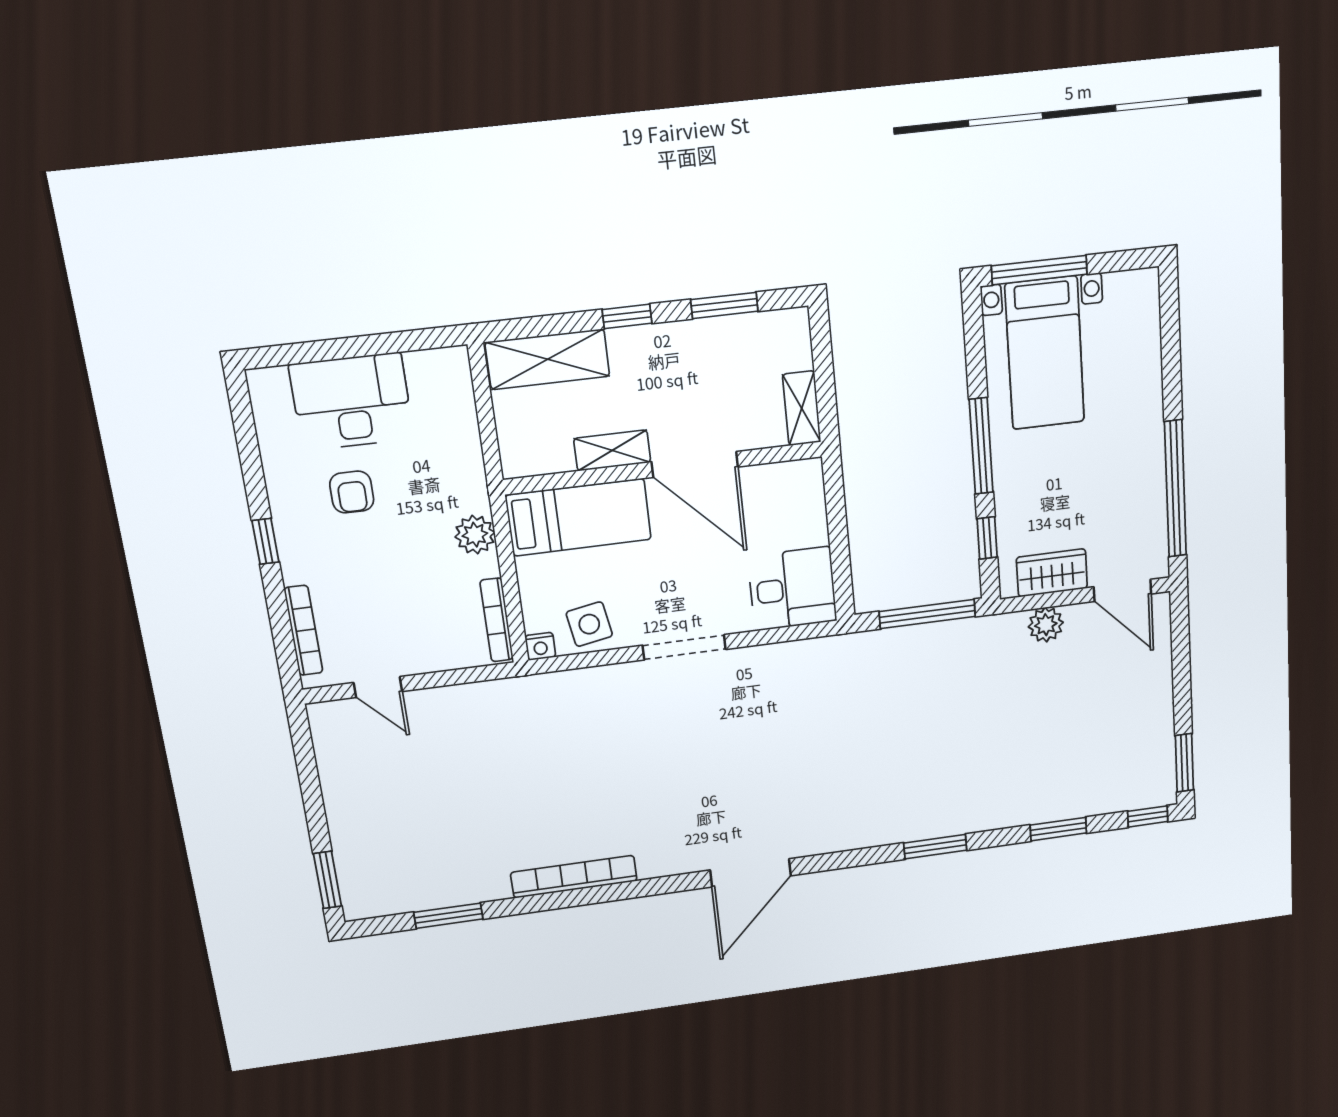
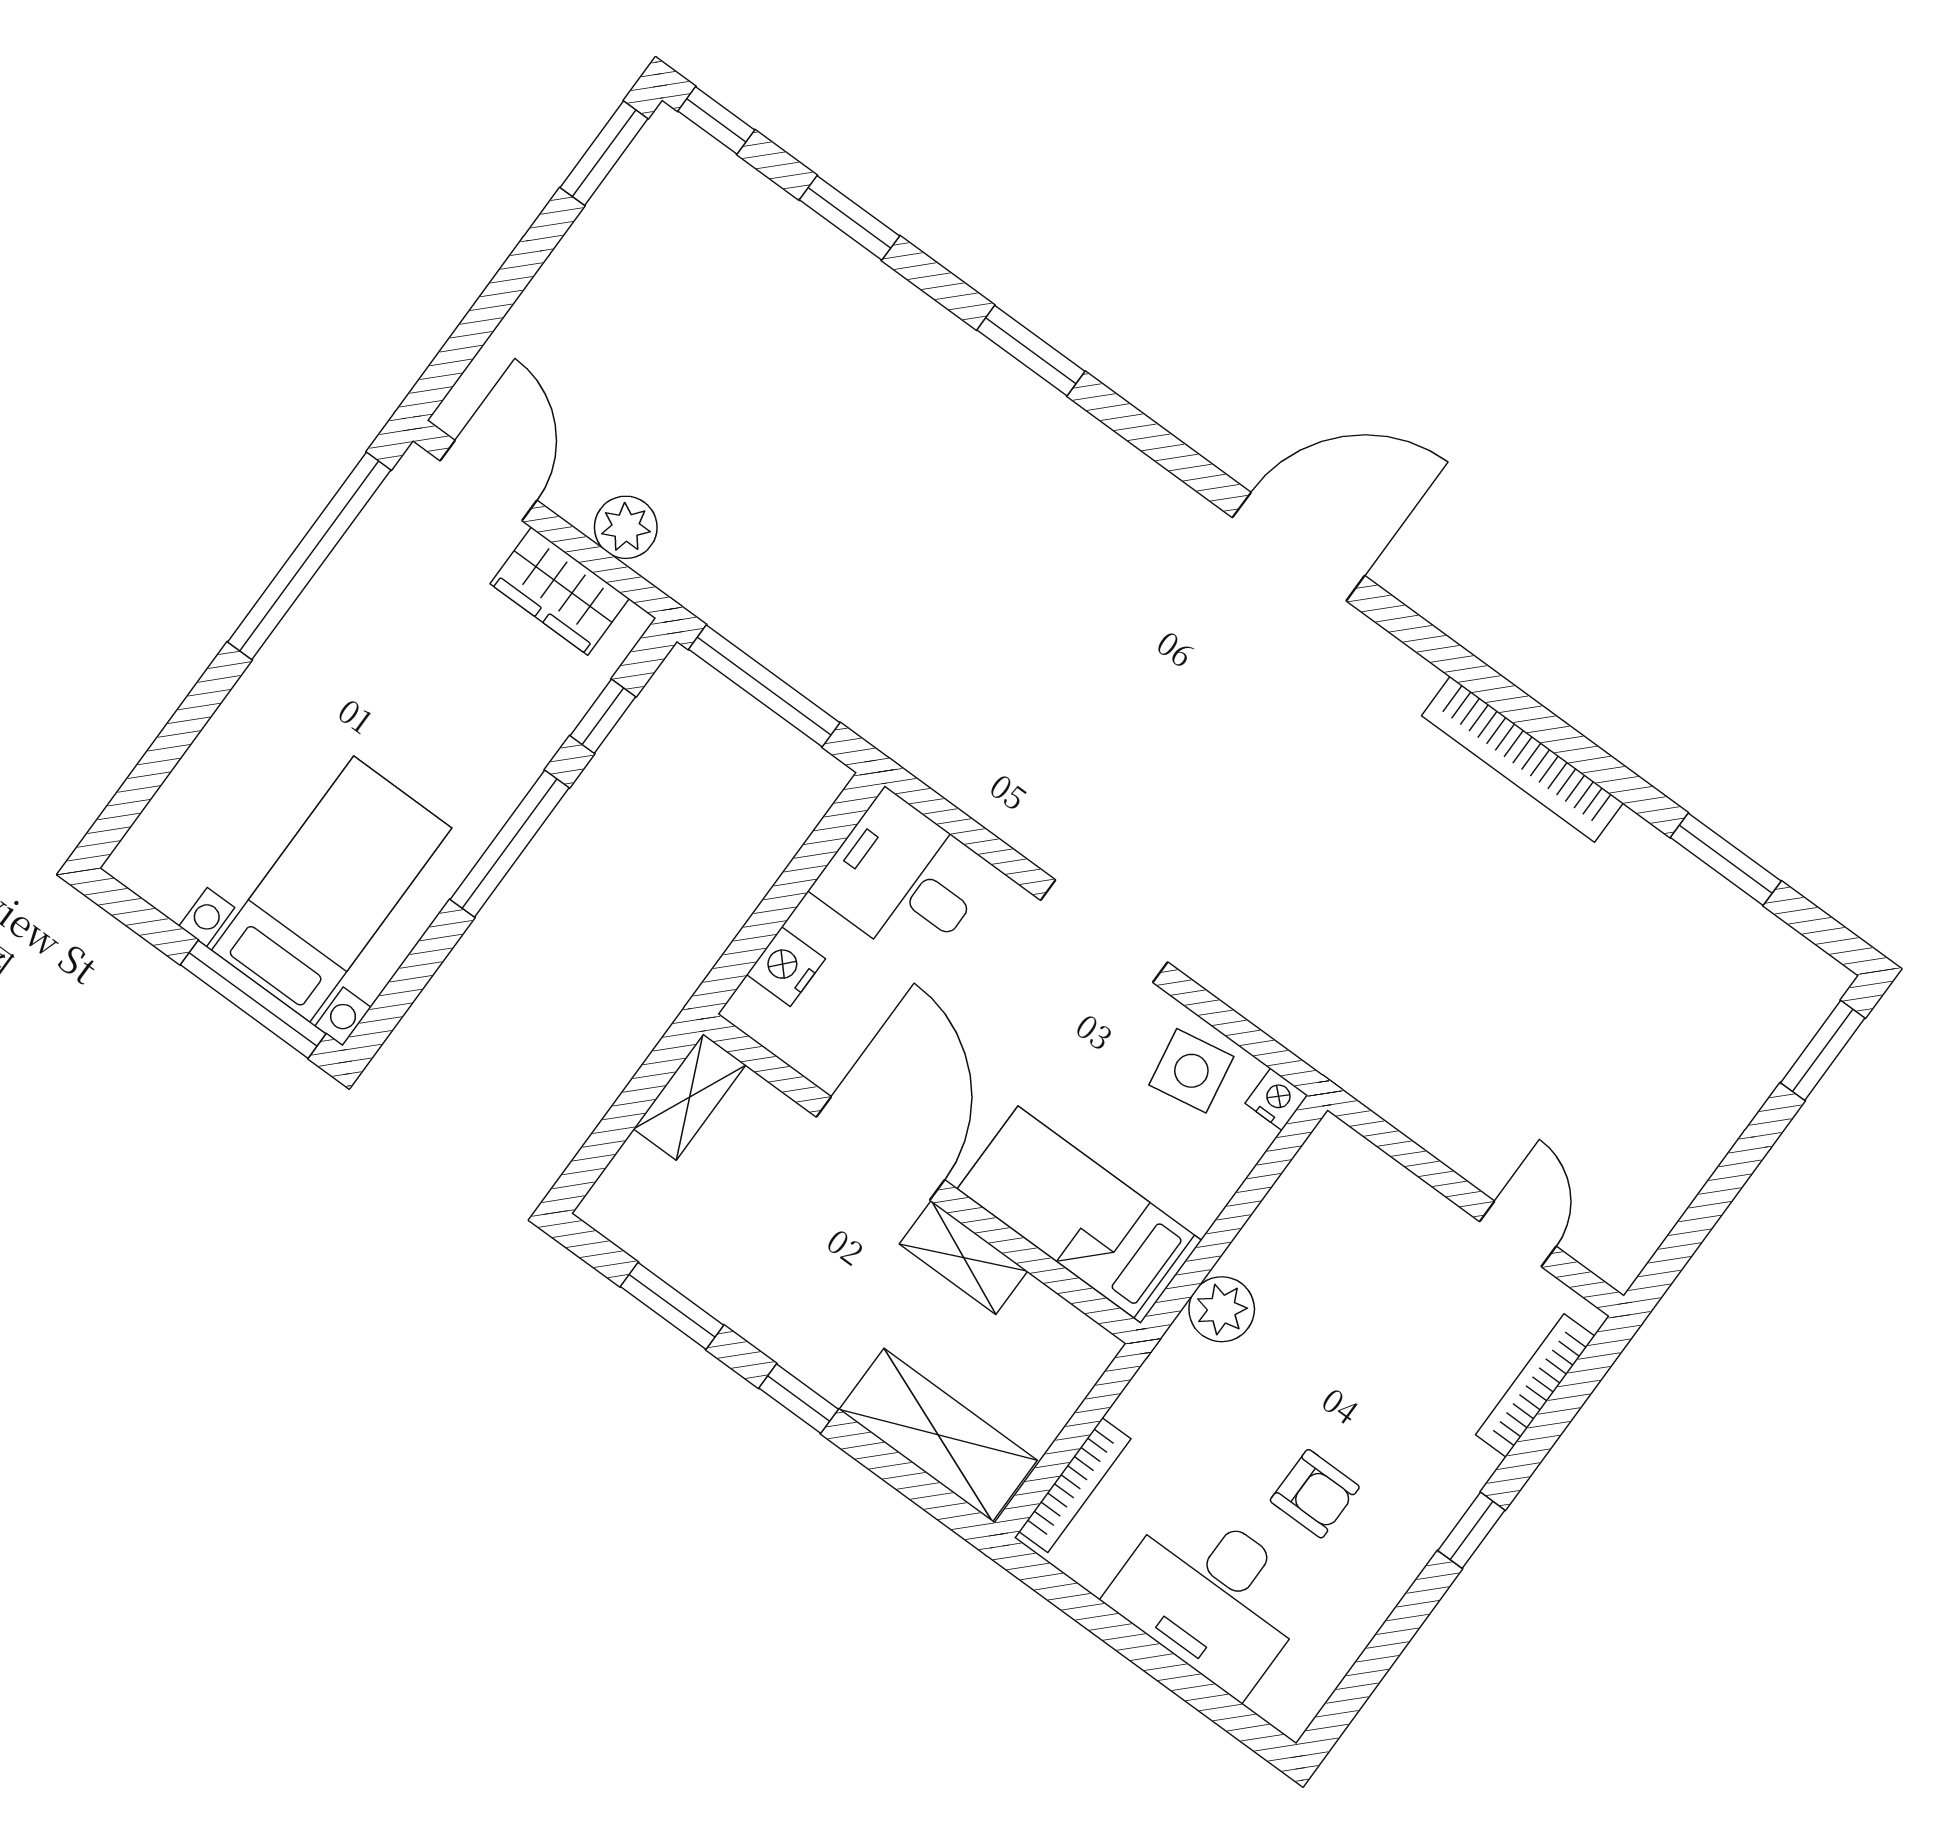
armchair: (352, 492) -> (1315, 1494), turned 90
nightstand: (810, 505) -> (786, 967), added
bookcase: (497, 620) -> (1075, 1485), moved

